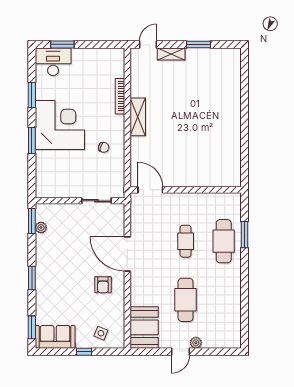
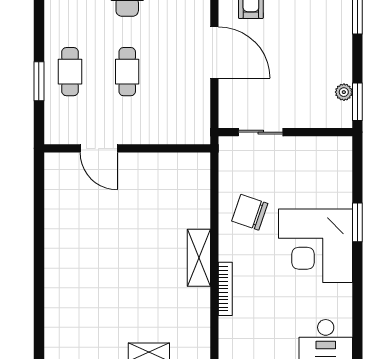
window: (32, 95) -> (357, 291), removed
chair: (104, 147) -> (250, 212), width x1.87, depth x1.87
door: (150, 190) -> (99, 148), moved
cafe table: (224, 241) -> (70, 72), width x0.73, depth x0.74

